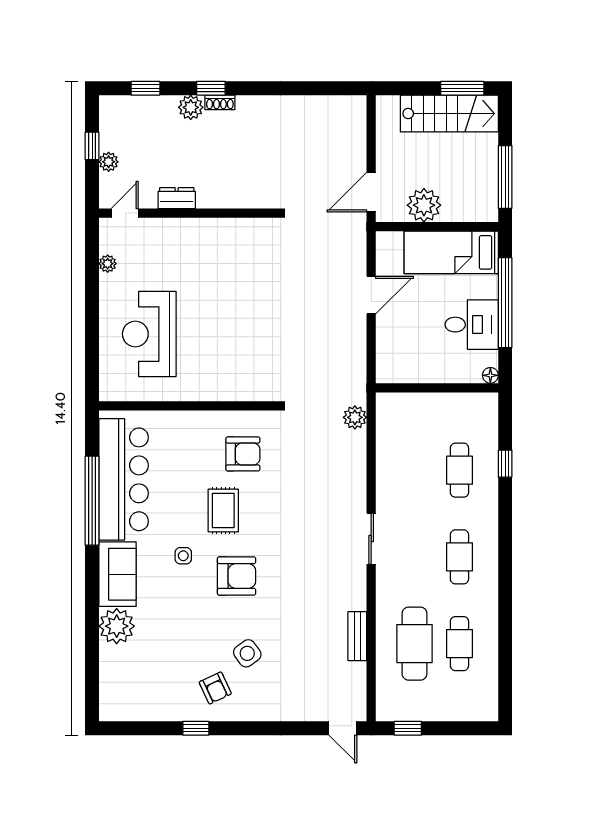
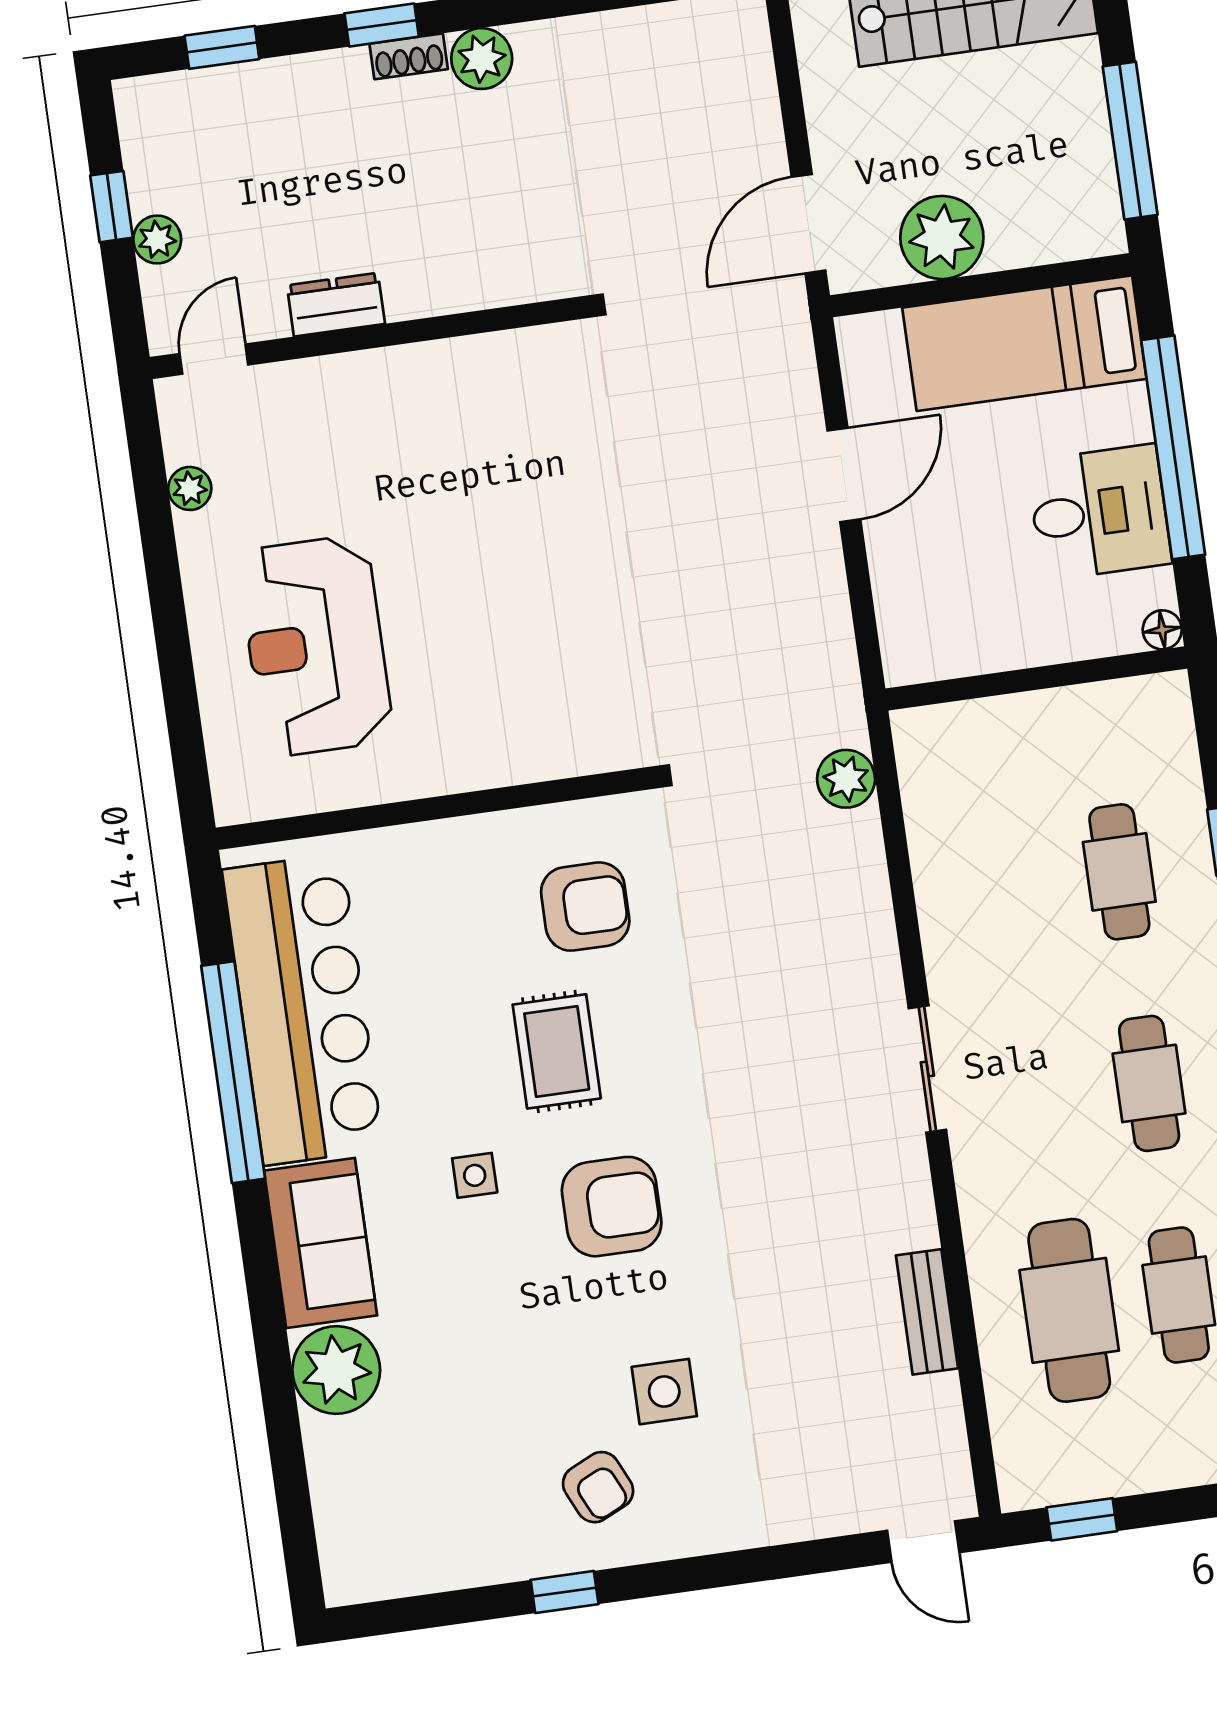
plant: (191, 107) -> (482, 59), moved
side table: (247, 653) -> (664, 1392), turned 36

